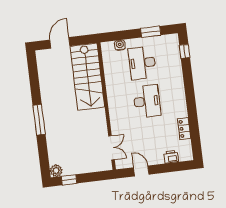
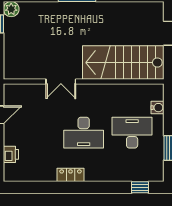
locker: (184, 129) -> (71, 175), moved
double door: (112, 148) -> (61, 82), moved

